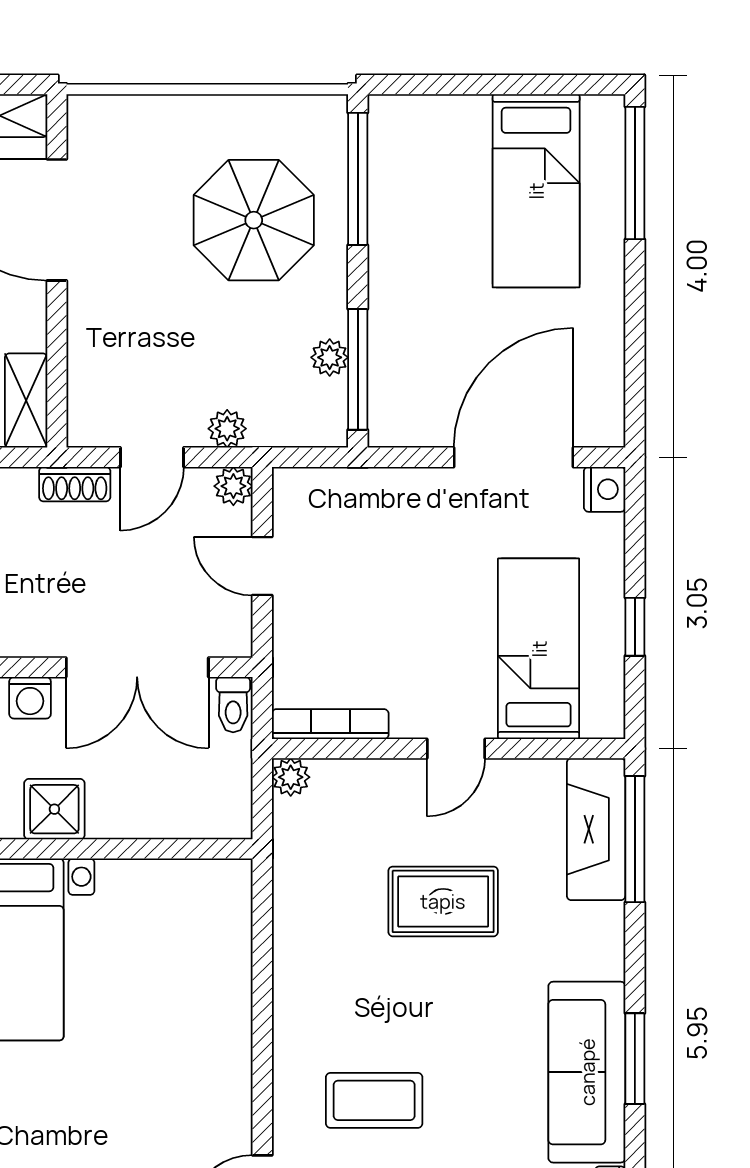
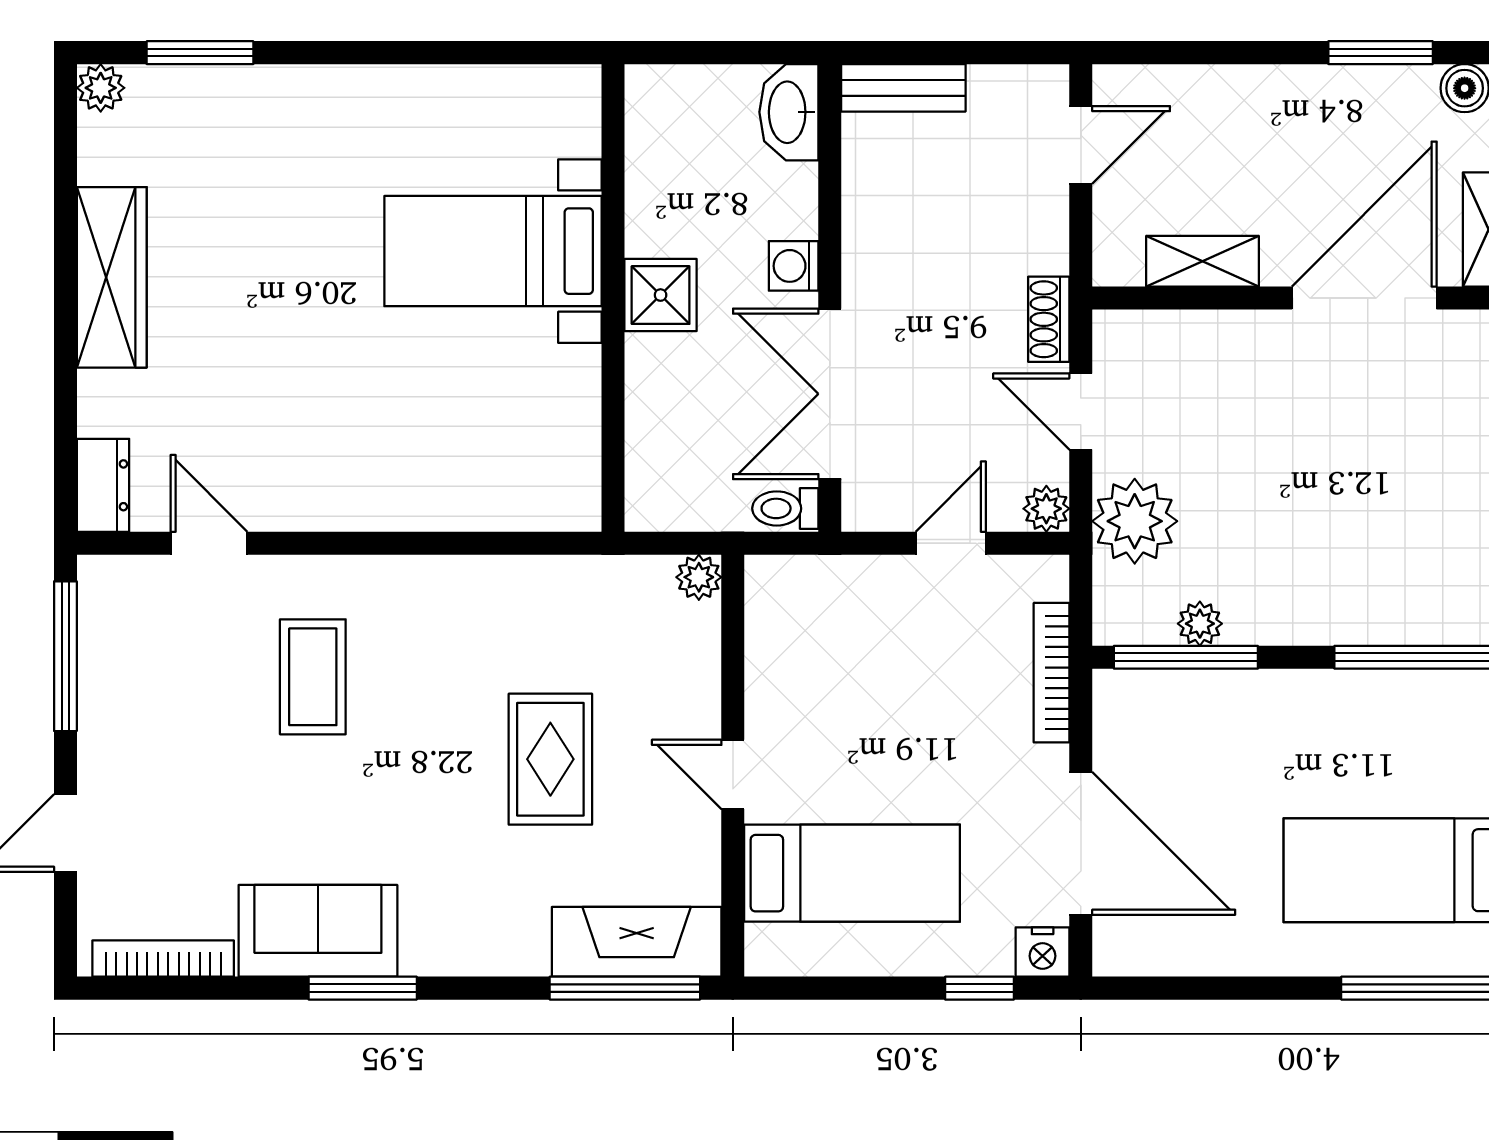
parasol: (254, 220) -> (1364, 533), removed
shelving: (26, 401) -> (1202, 261), moved
plant: (227, 429) -> (1135, 521), width x1.88, depth x1.88
window: (635, 627) -> (980, 988), moved
bookcase: (330, 724) -> (1052, 673), moved, turned 180
sofa: (587, 1072) -> (318, 931), width x0.73

